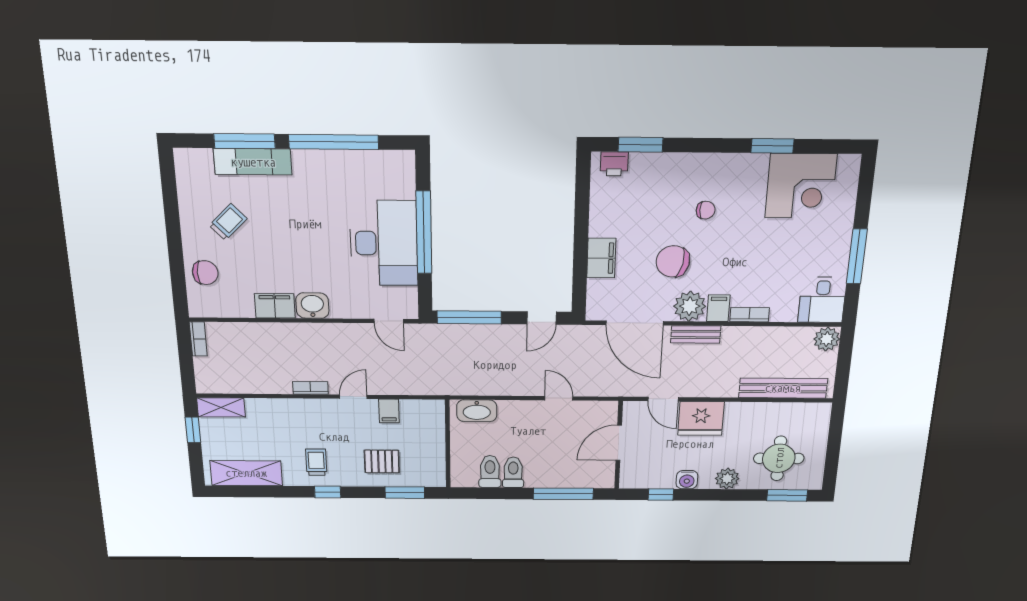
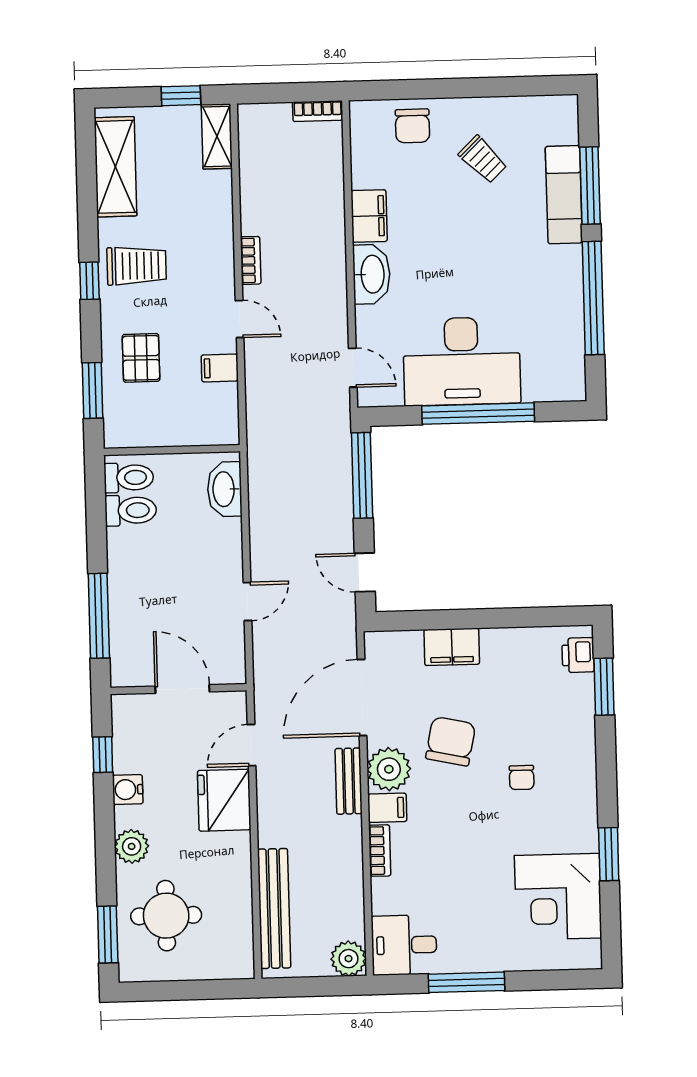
washbasin: (312, 306) -> (371, 274), width x1.38
door: (389, 321) -> (353, 368), swing flipped
trolley: (316, 462) -> (137, 266), width x1.36, depth x1.39
toilet: (513, 472) -> (129, 478), moved

